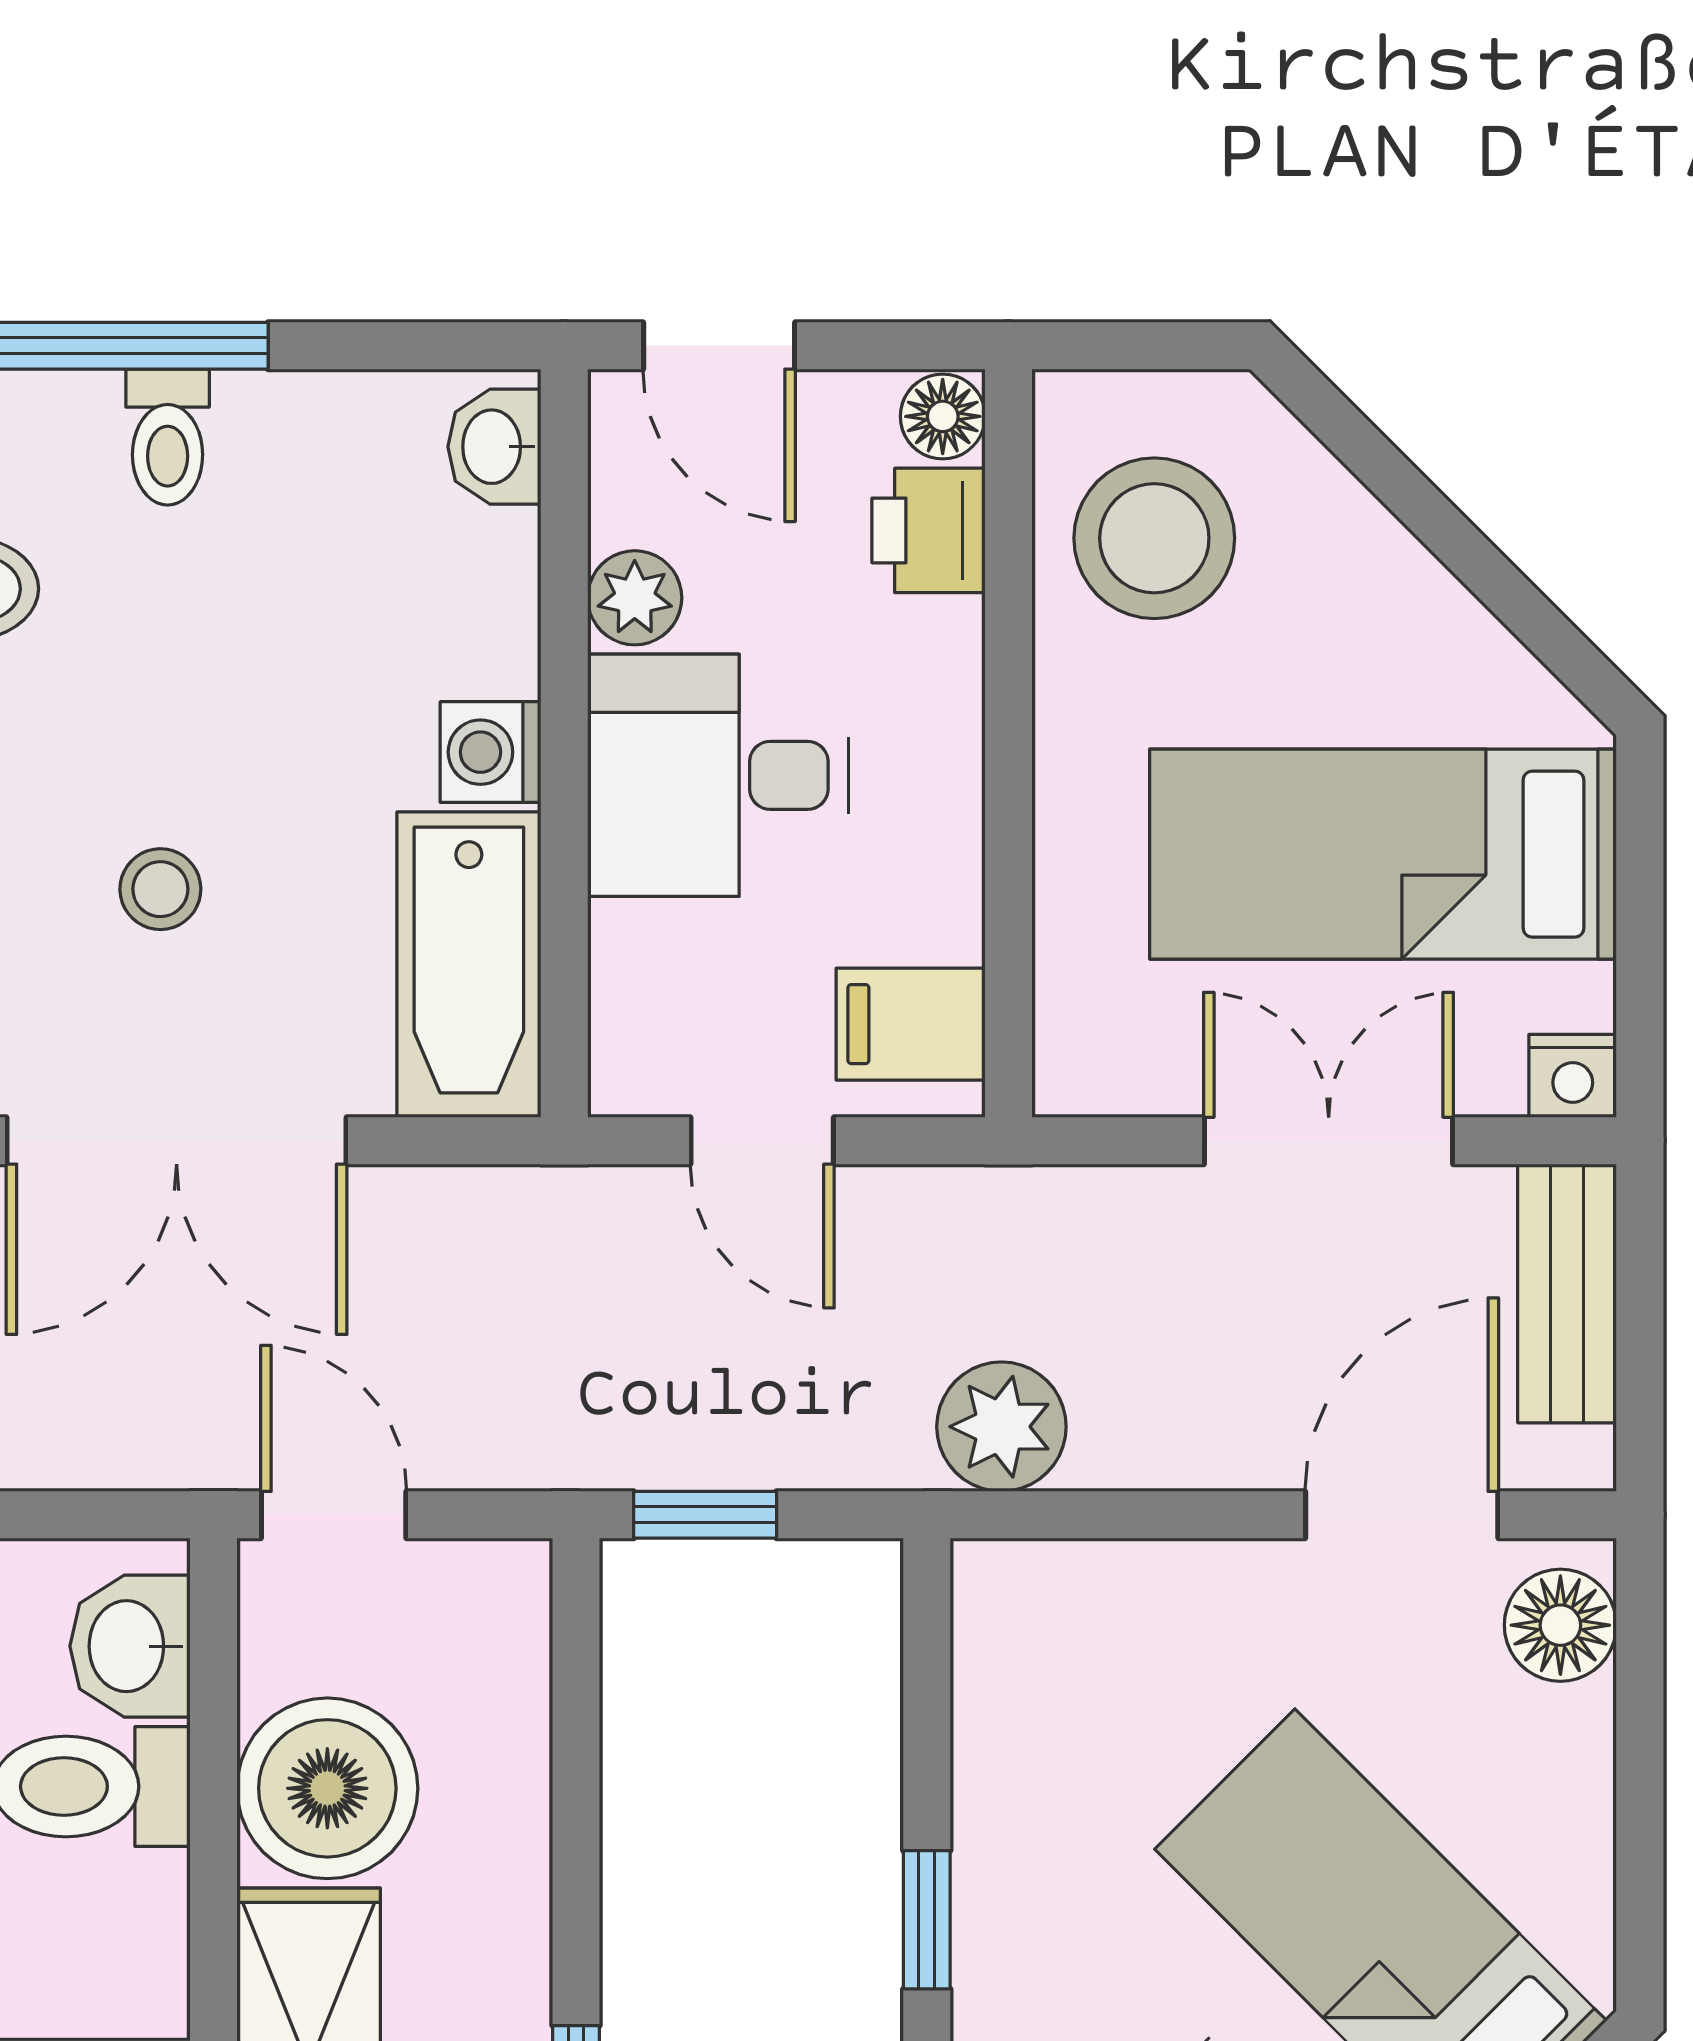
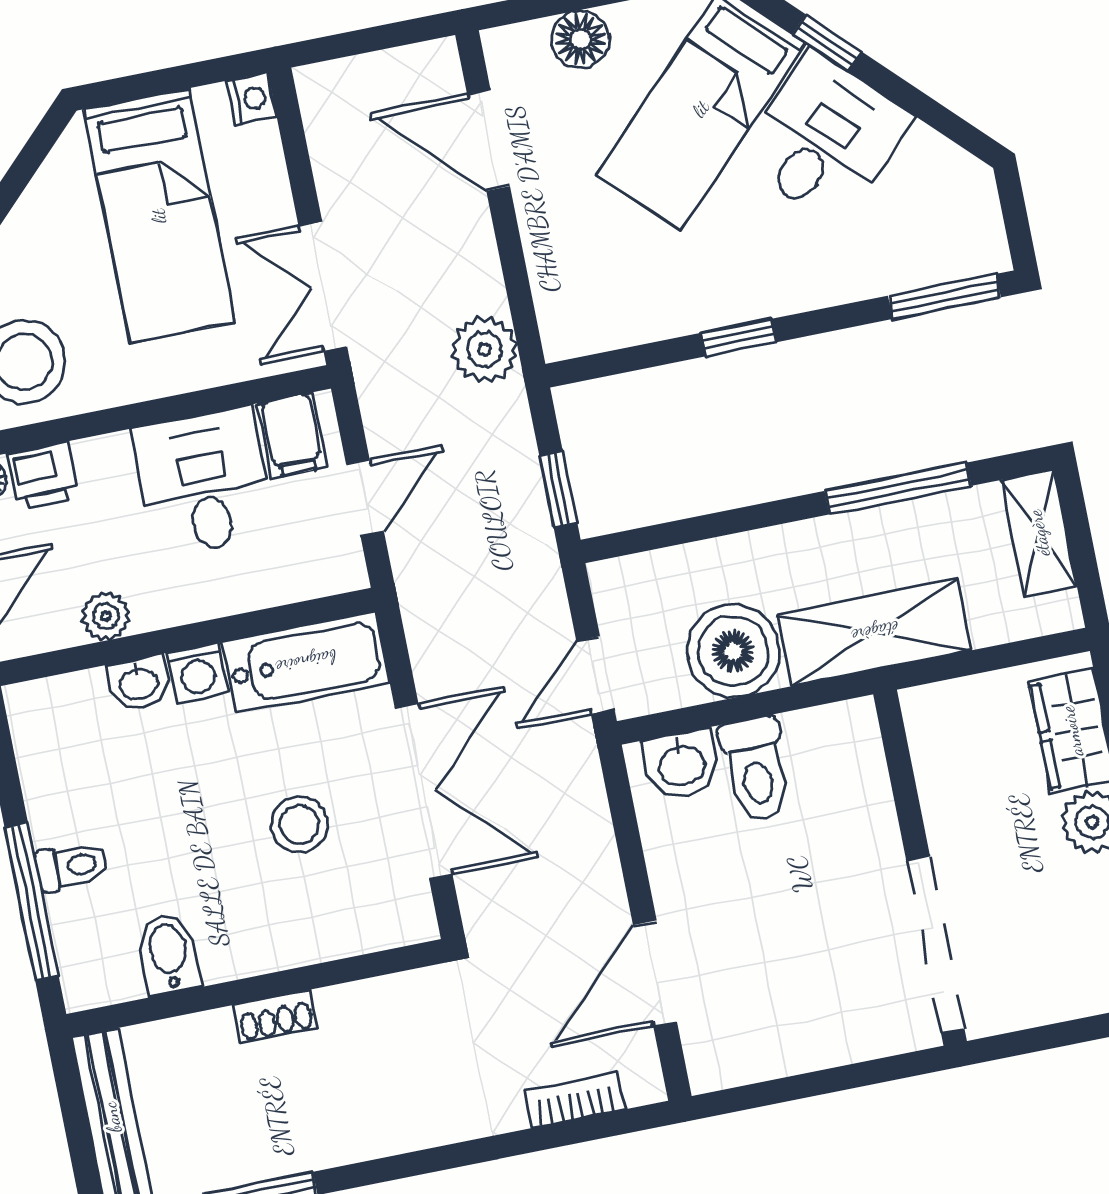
washbasin: (494, 447) -> (139, 683), moved
desk: (718, 775) -> (204, 482), moved, turned 180
stool: (160, 889) -> (299, 825), width x1.37, depth x1.37
double door: (1329, 1141) -> (323, 286), moved
bench: (1567, 1293) -> (361, 79), removed
floor lamp: (1560, 1625) -> (580, 39), moved

